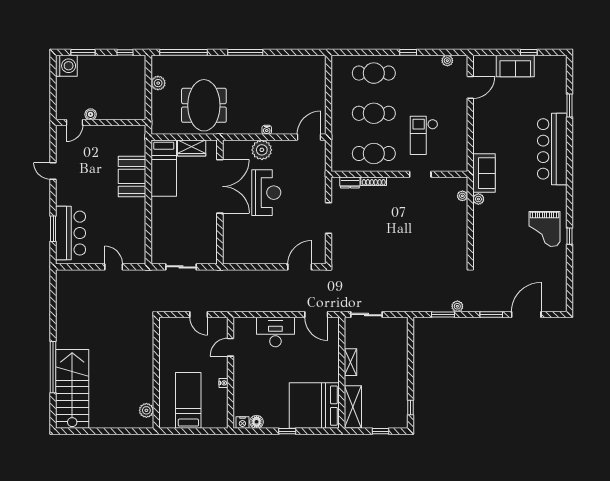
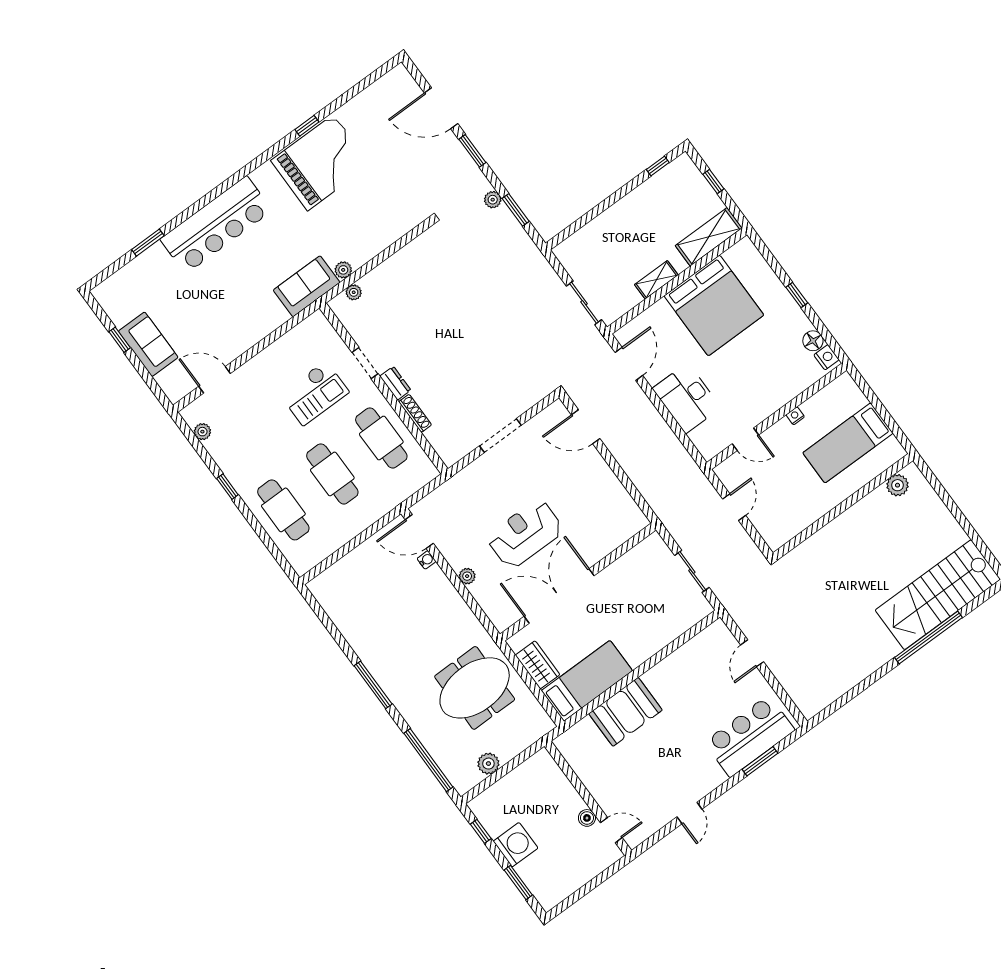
washing machine: (66, 66) -> (516, 845), moved, turned 90
water cooler: (267, 130) -> (427, 560), moved
plant: (262, 150) -> (467, 576), width x0.53, depth x0.53
dresser: (350, 182) -> (395, 383), moved
grand piano: (544, 229) -> (321, 163), width x1.37, depth x1.48
bed: (314, 406) -> (714, 305), moved

